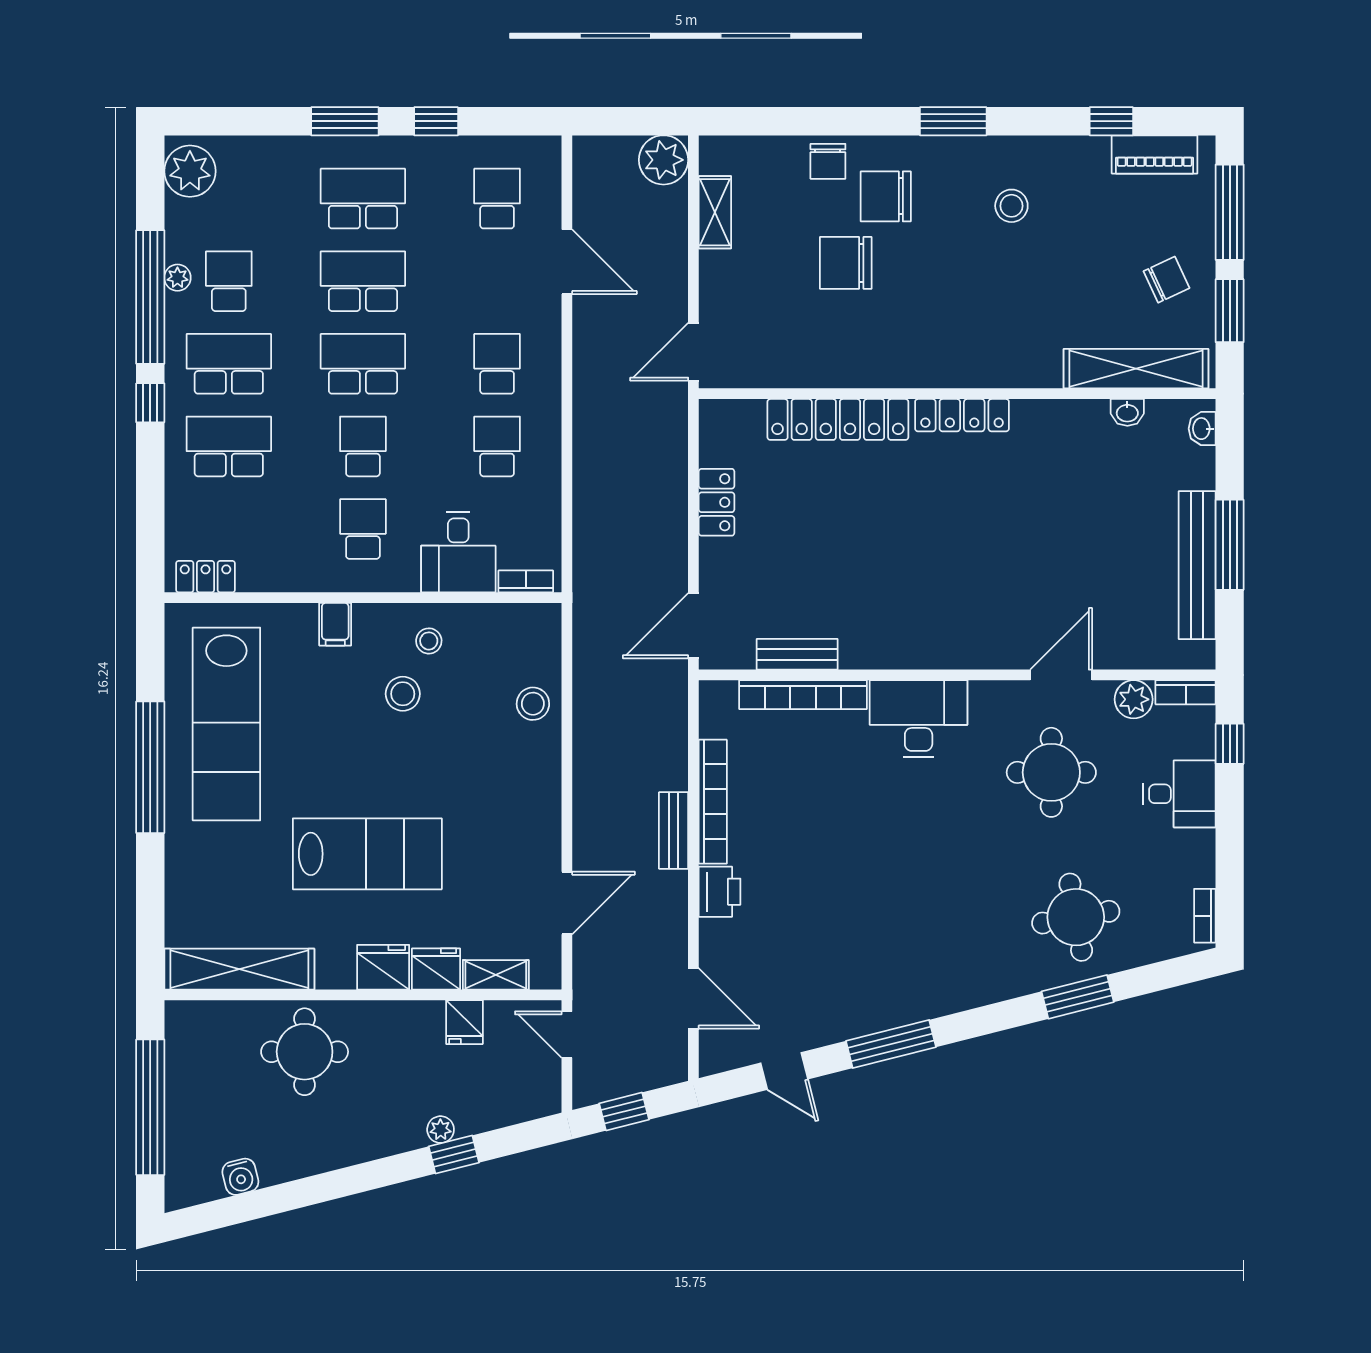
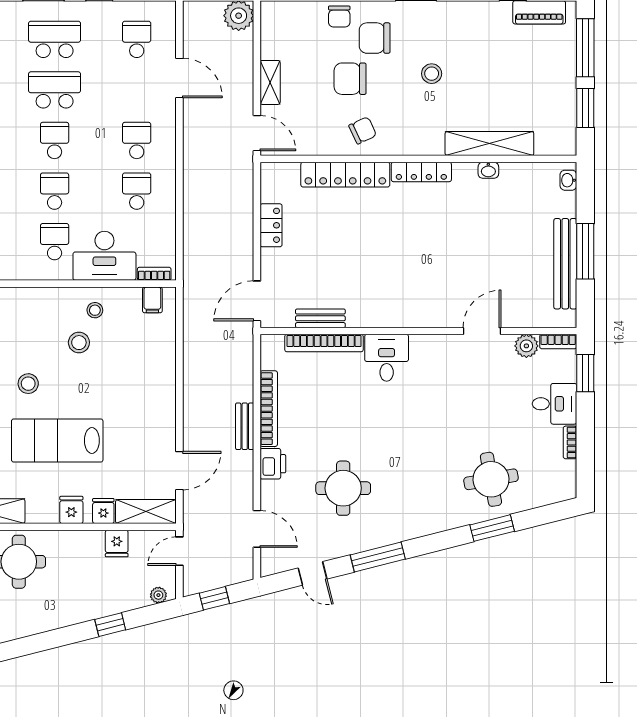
stool: (1011, 206) -> (432, 74), moved
shelving: (715, 212) -> (270, 82), moved
chair: (1167, 280) -> (363, 130), moved
door: (693, 352) -> (257, 133), swing flipped
school desk: (363, 364) -> (55, 141), width x0.54
shelving: (1136, 369) -> (489, 144), moved
washbasin: (1127, 412) -> (488, 170), moved
desk: (458, 552) -> (104, 256), width x1.37
filing cabinet: (335, 624) -> (152, 300), moved
stool: (533, 704) -> (28, 384), moved
desk: (919, 719) -> (387, 358), width x0.73
window: (1230, 744) -> (585, 373), width x1.50
round table: (1051, 772) -> (343, 488), moved
lab bench: (367, 854) -> (57, 441), turned 180
bookcase: (1205, 916) -> (570, 442), moved
fridge: (383, 967) -> (71, 510), width x0.72
fridge: (436, 969) -> (103, 511), width x0.72
shelving: (496, 975) -> (146, 512), width x1.50, depth x1.33
door: (567, 1035) -> (179, 551), hinge flipped
plant: (441, 1130) -> (158, 595), moved

